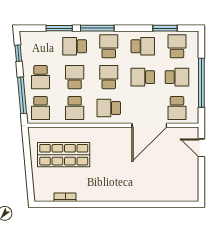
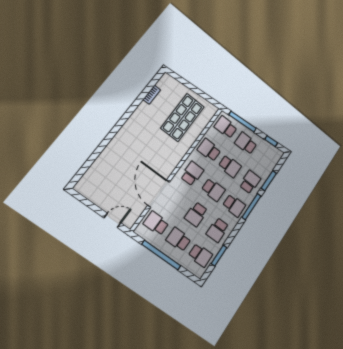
school desk: (143, 77) -> (196, 214), turned 180
school desk: (177, 77) -> (179, 239), turned 90

